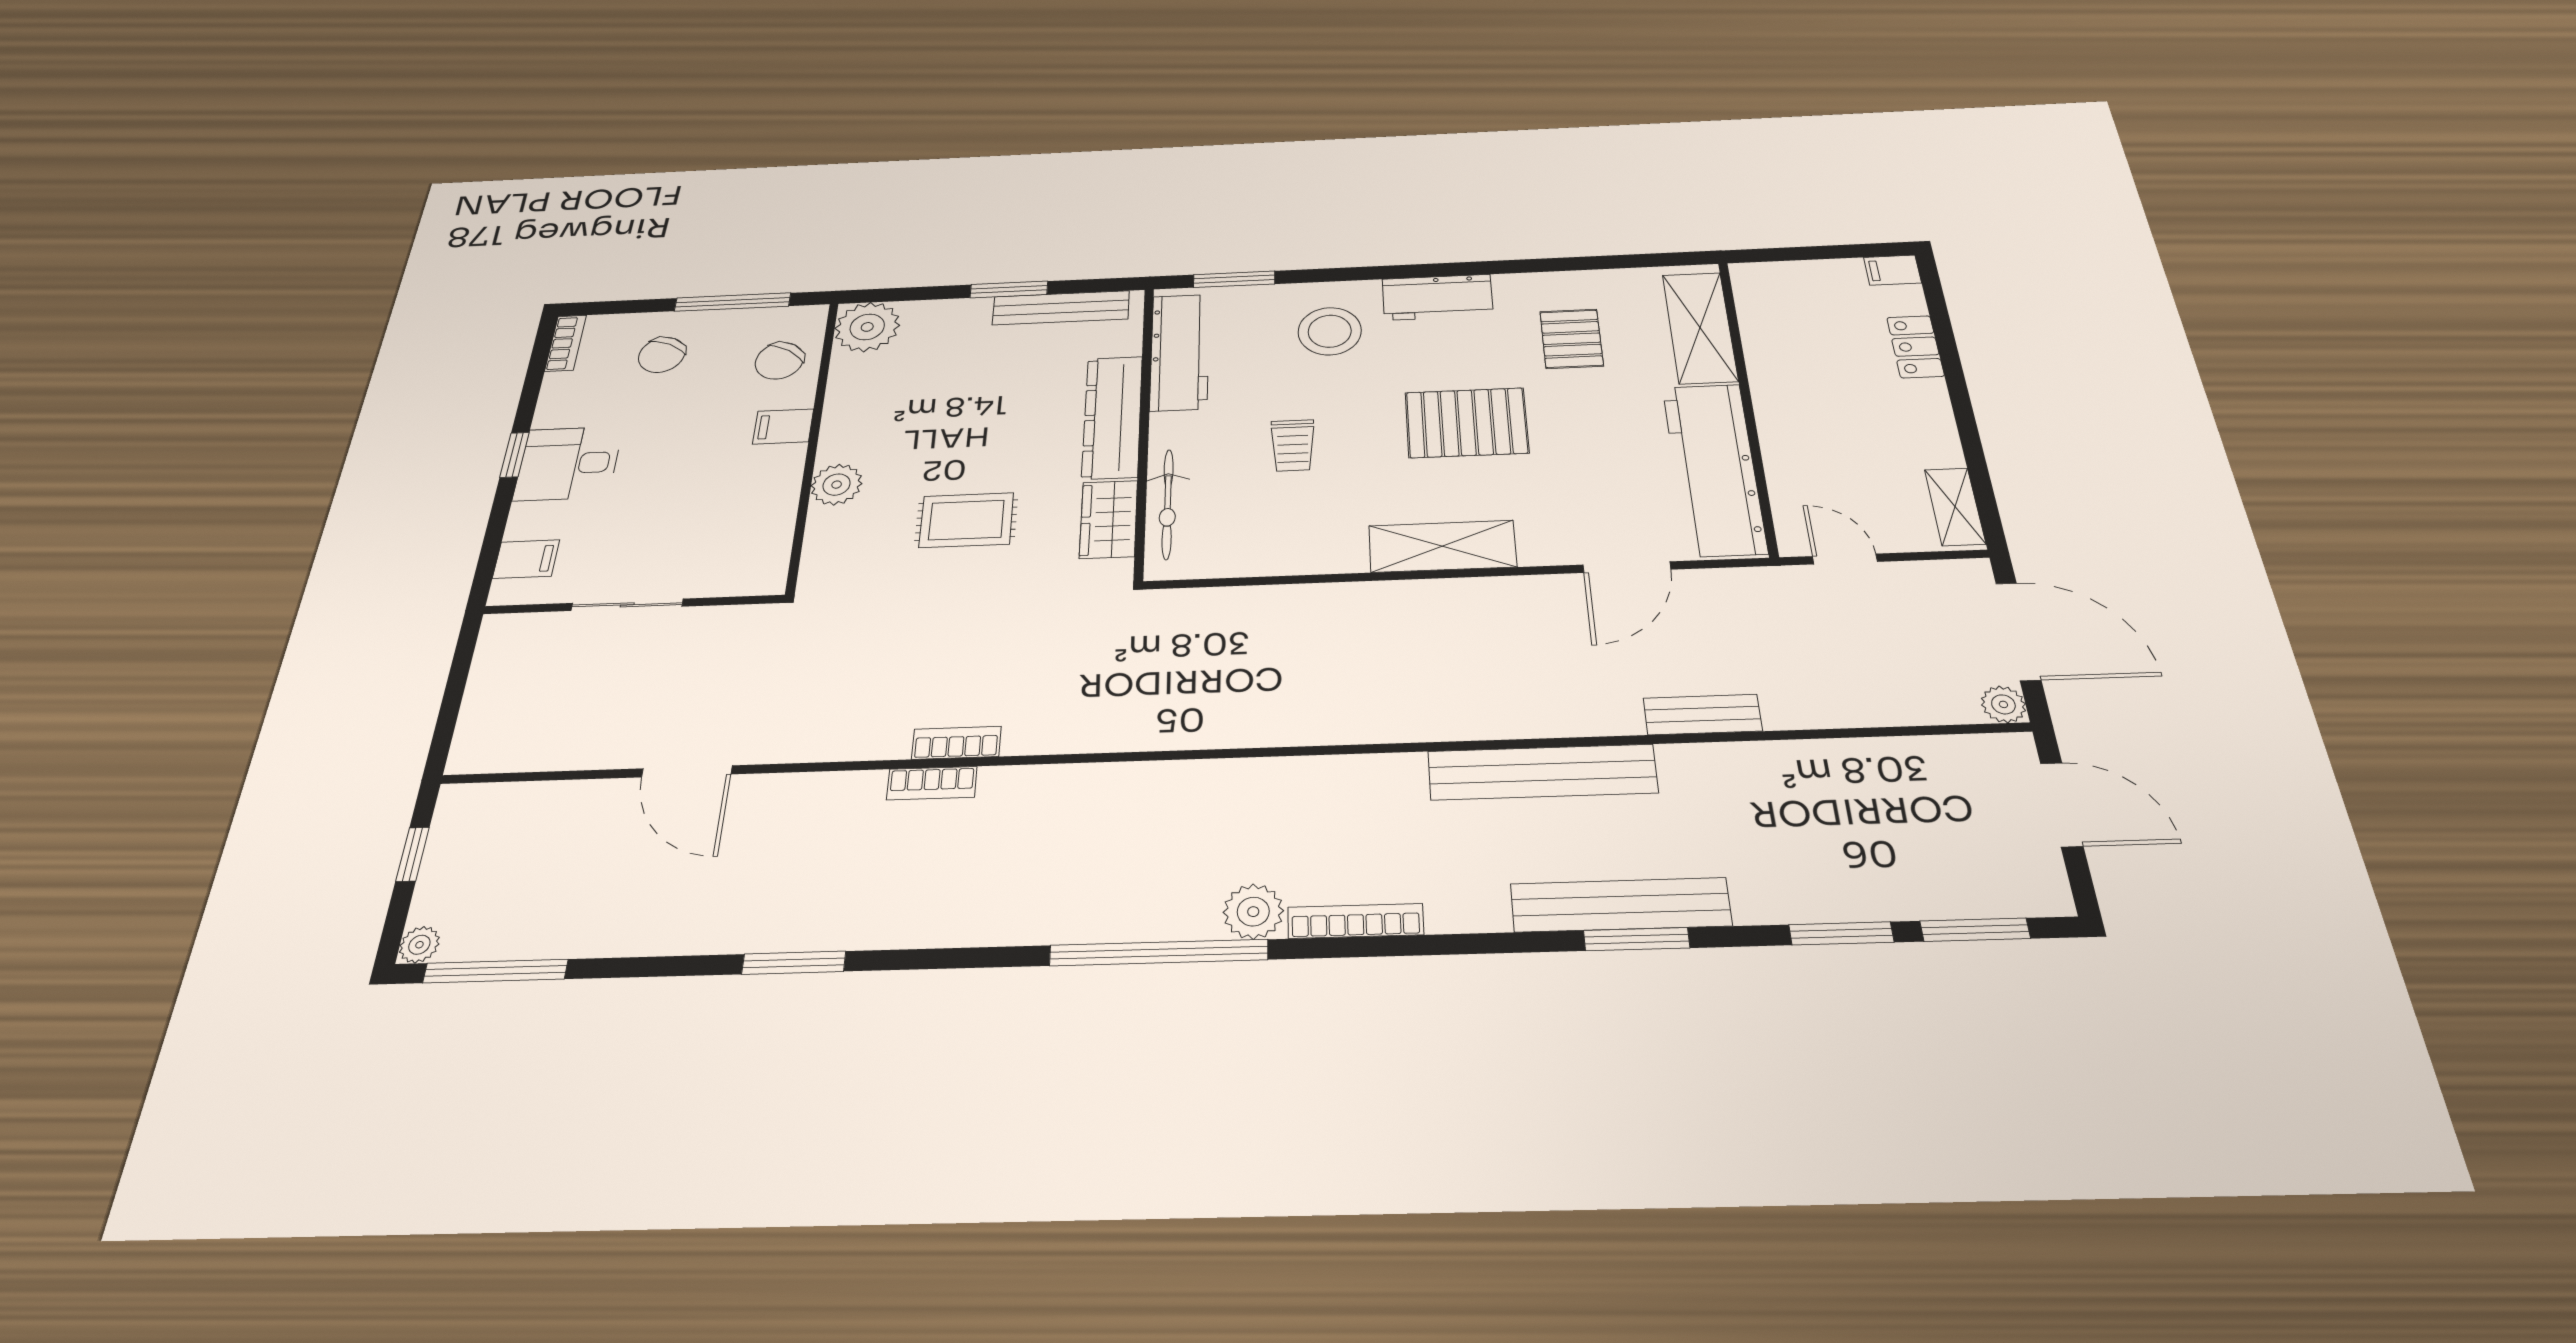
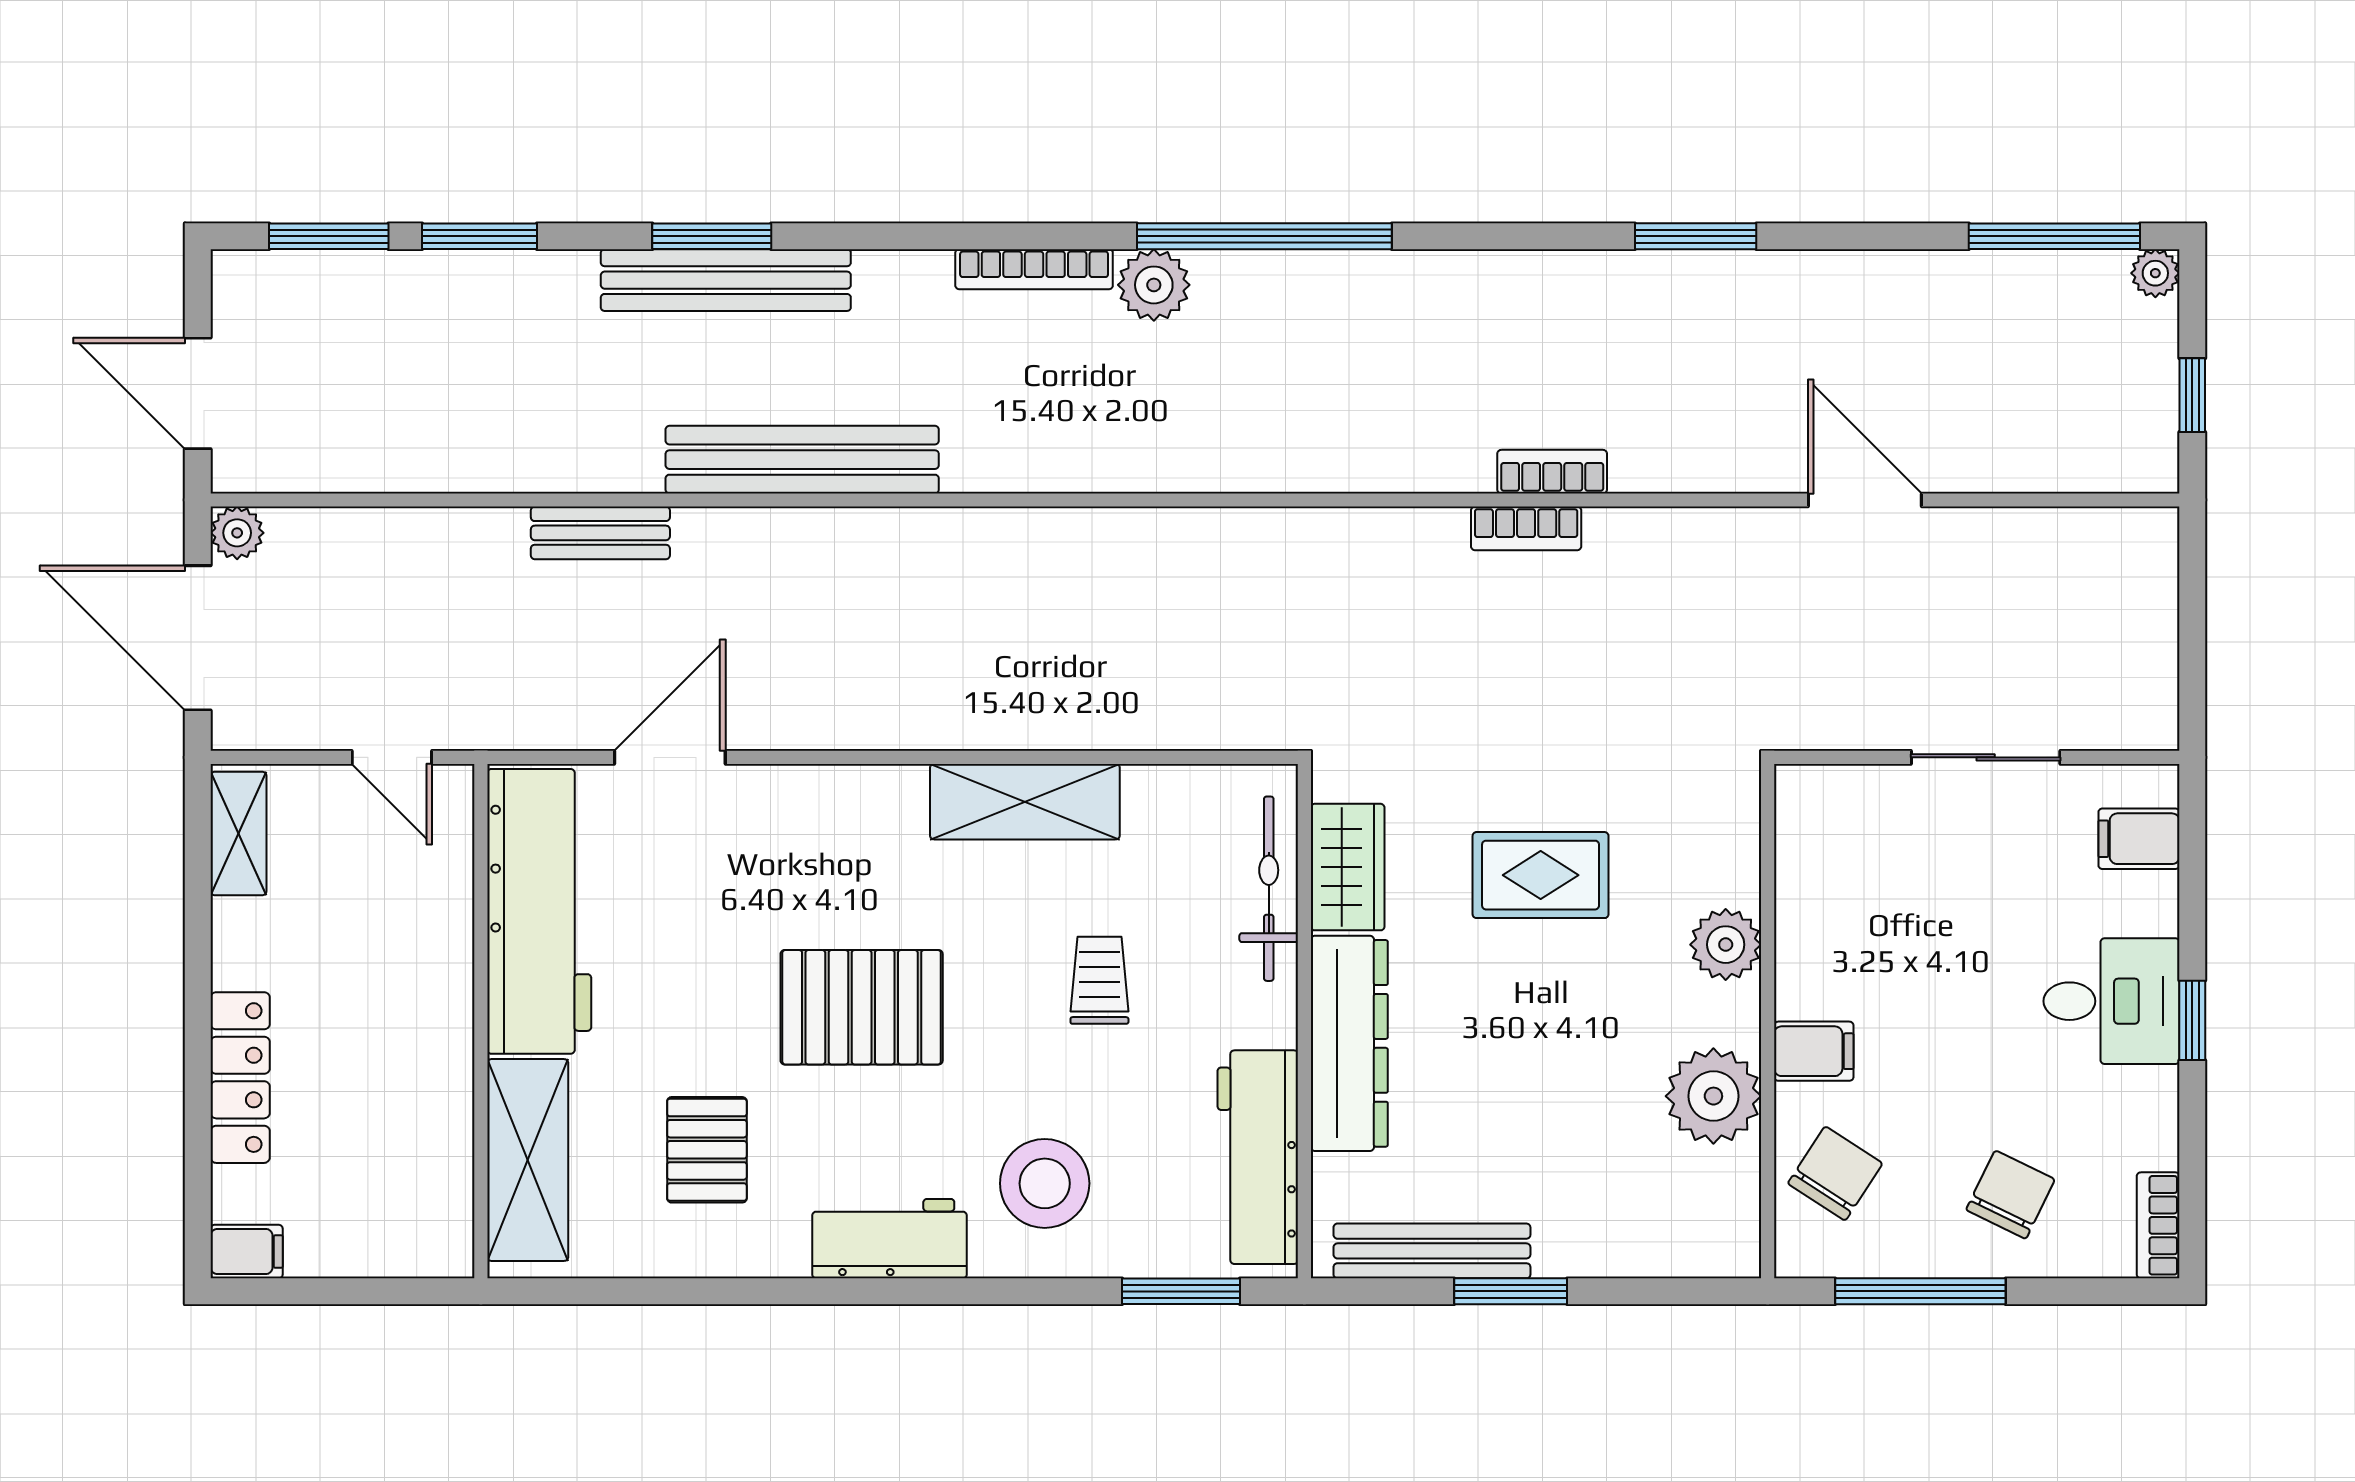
plant: (867, 327) -> (1713, 1096), moved
locker: (1915, 347) -> (240, 1078), width x1.53
shelving: (1442, 546) -> (1025, 802), moved

